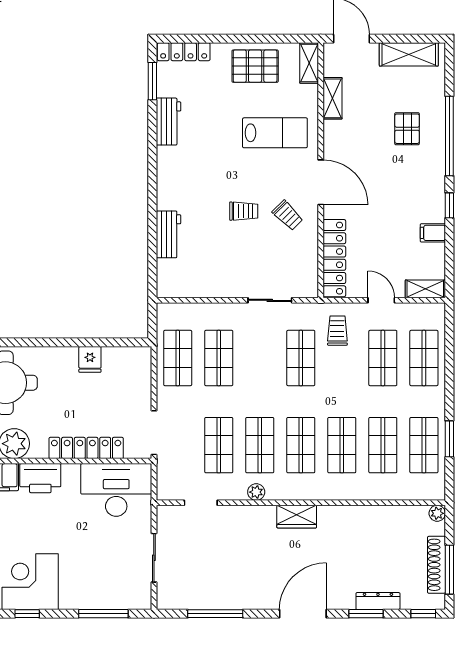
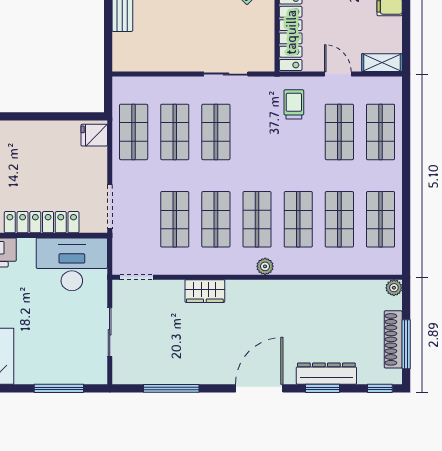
shop shelf: (301, 358) -> (216, 132), moved
fridge: (90, 359) -> (94, 135), moved, turned 90
window: (449, 439) -> (406, 213), removed
plant: (256, 492) -> (265, 266), moved
doorway: (201, 503) -> (136, 277), moved
wardrobe: (297, 517) -> (205, 291), moved
dresser: (378, 601) -> (326, 374), width x1.37, depth x1.24

